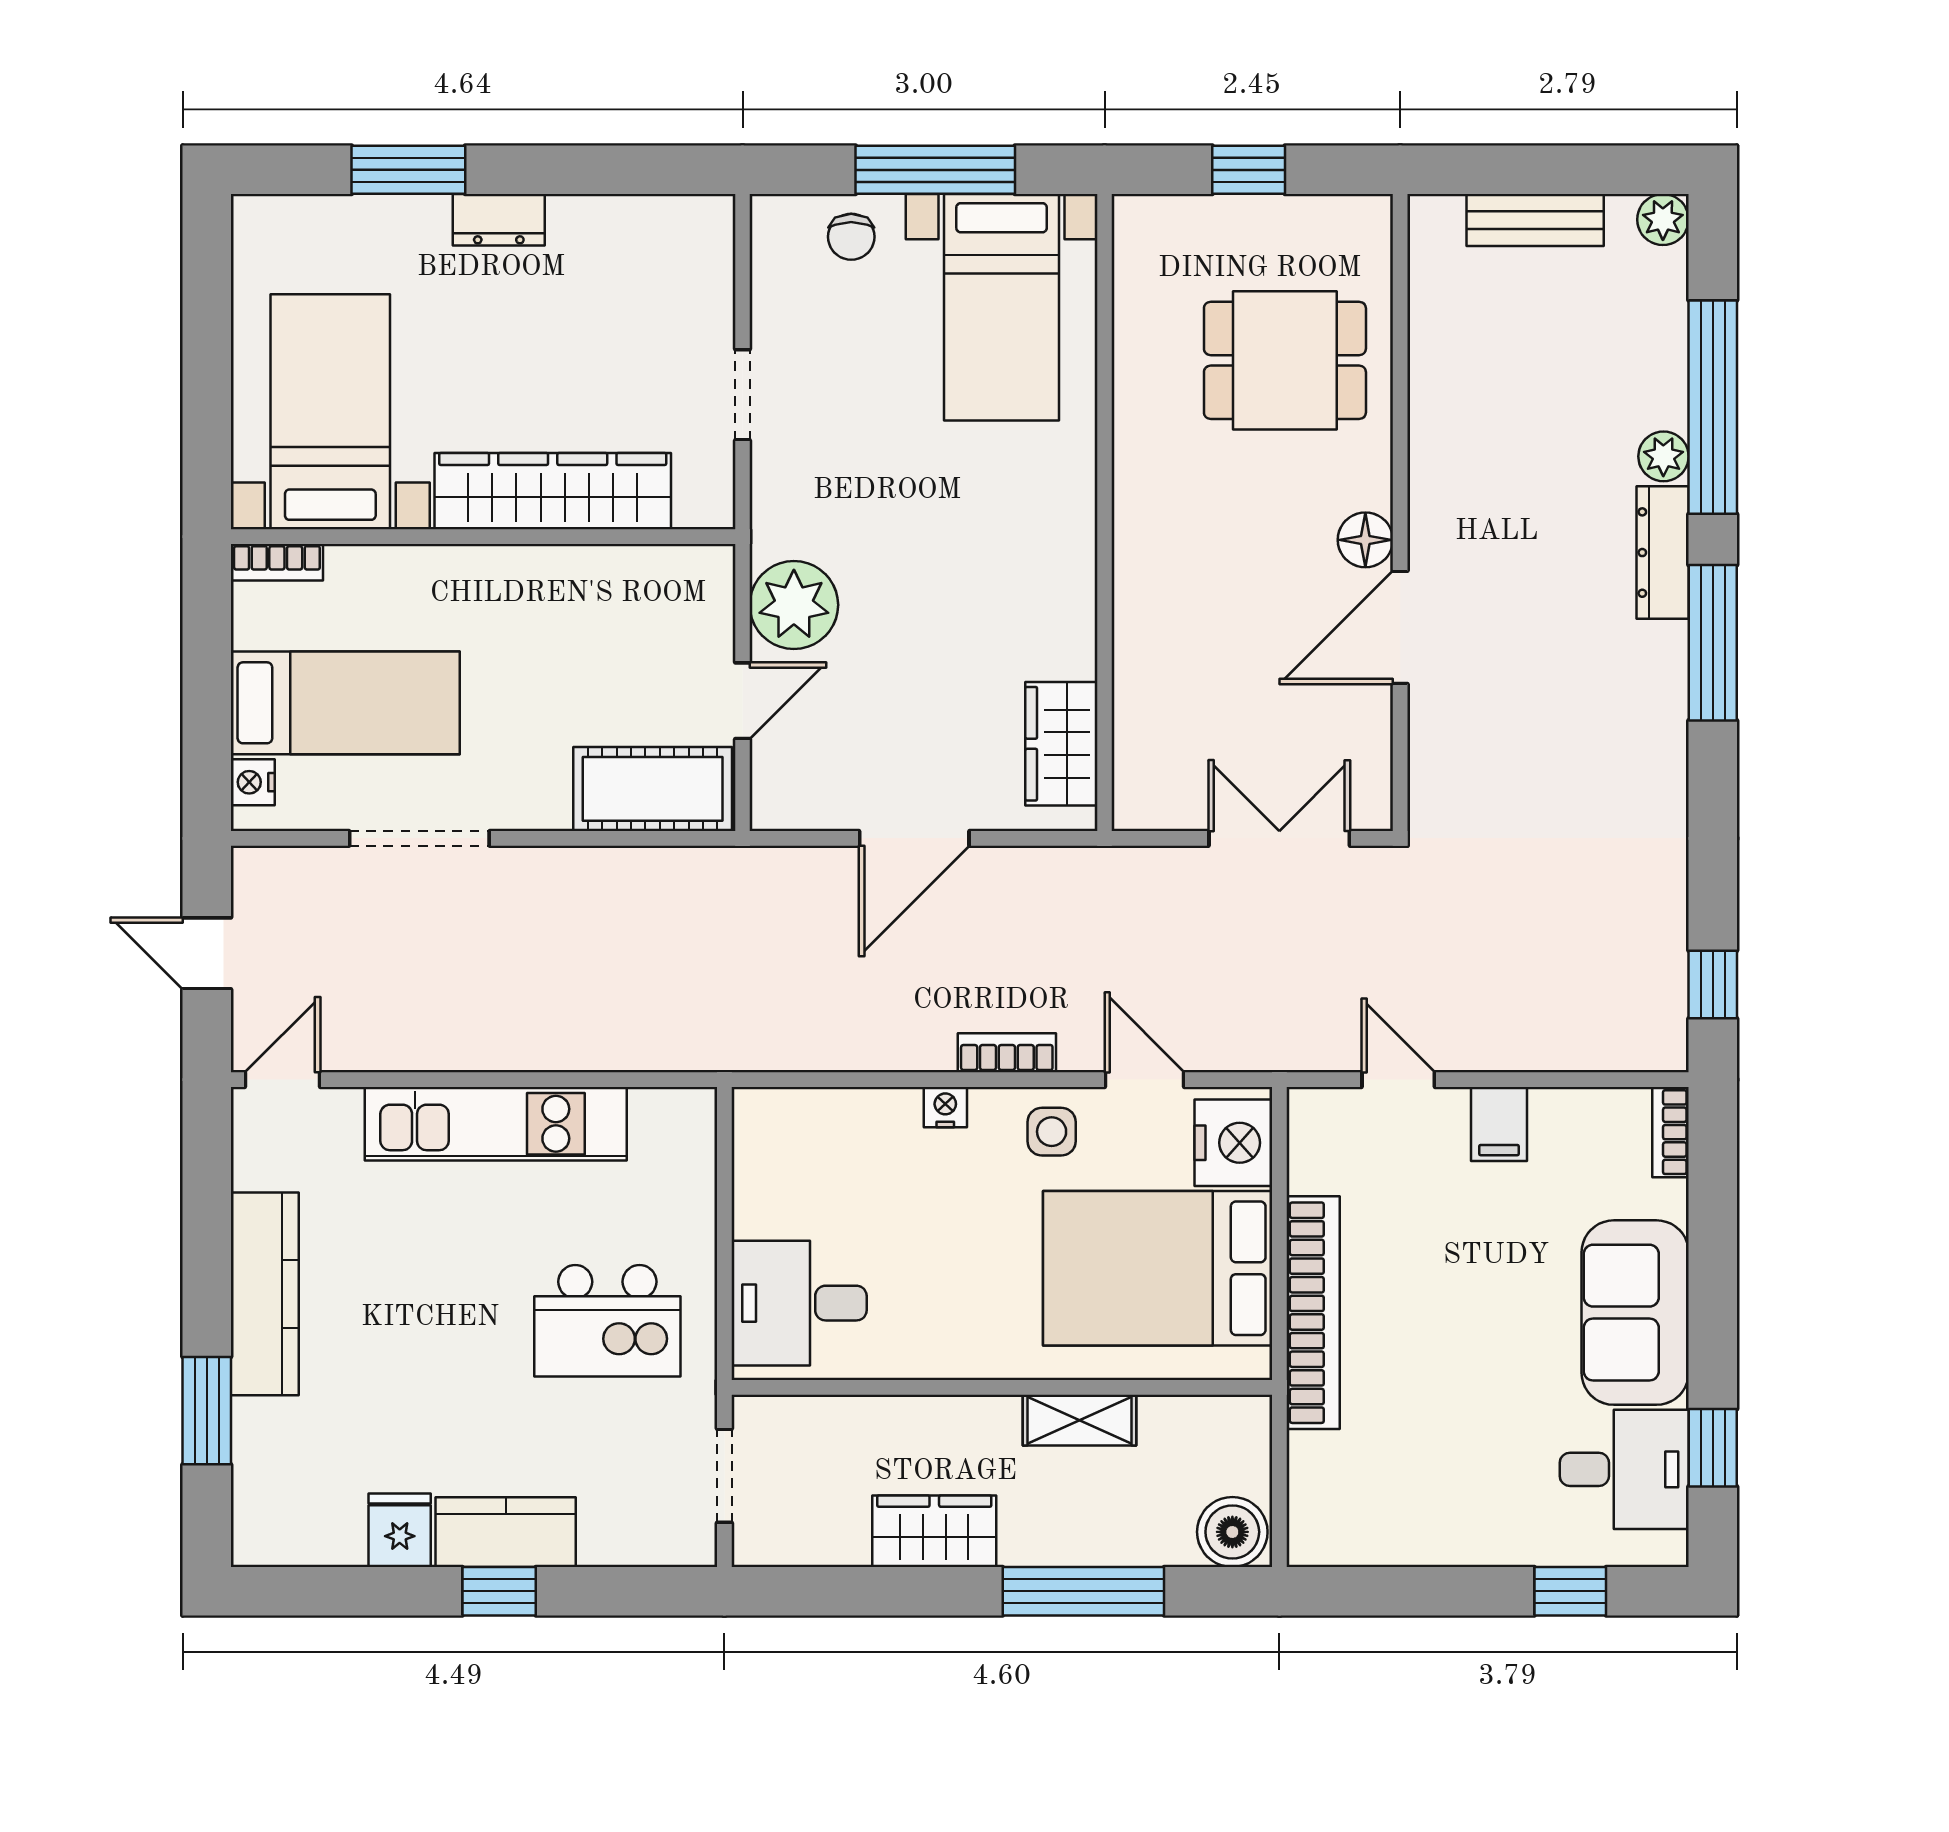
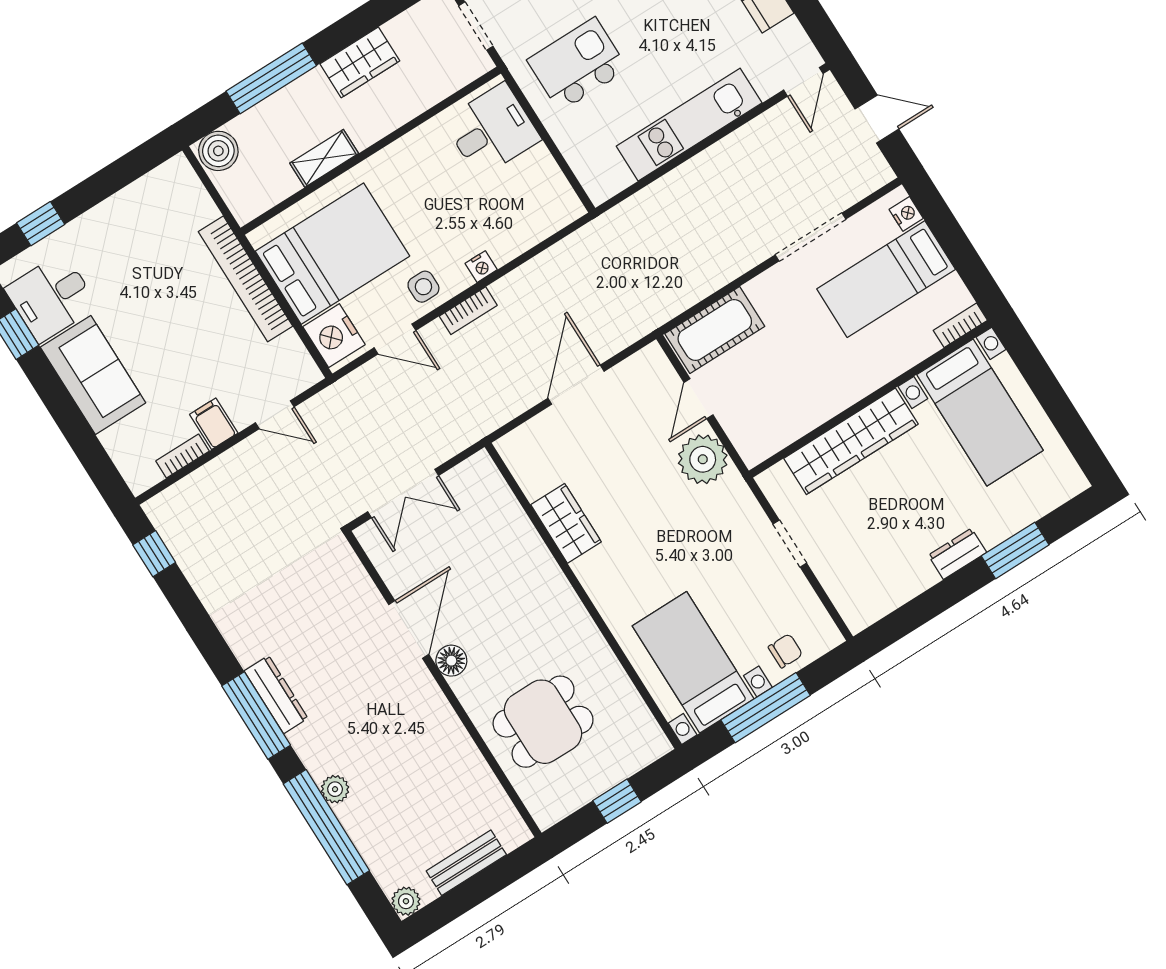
chair: (851, 237) -> (785, 651), turned 90
dresser: (1663, 553) -> (276, 695), moved
wardrobe: (1061, 744) -> (566, 523), moved
bookcase: (1670, 1132) -> (182, 456), moved, turned -90

